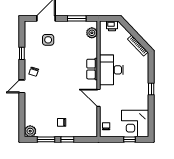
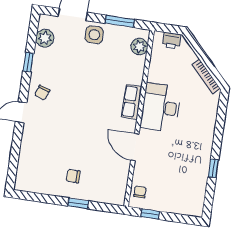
side table: (48, 40) -> (94, 35), moved
window: (151, 89) -> (213, 168), moved
corner desk: (135, 124) -> (185, 194), removed
plant: (30, 131) -> (45, 38), moved
window: (46, 139) -> (46, 199), removed
window: (130, 139) -> (150, 214), moved

